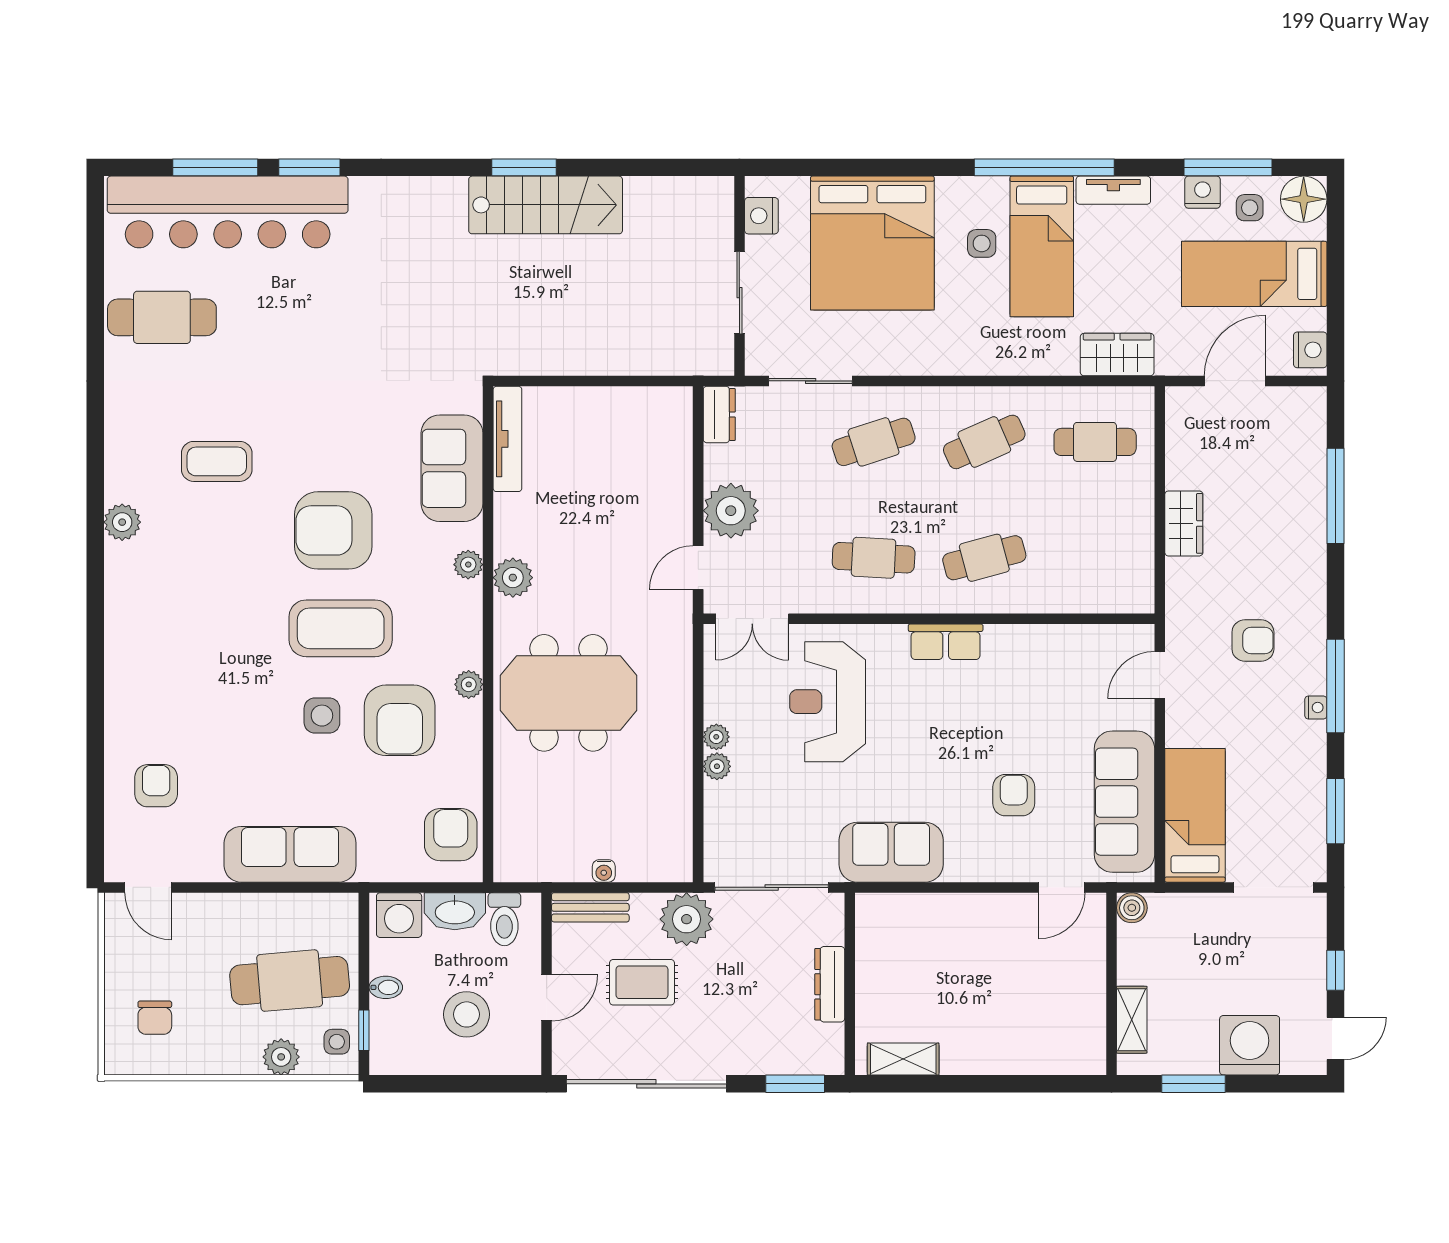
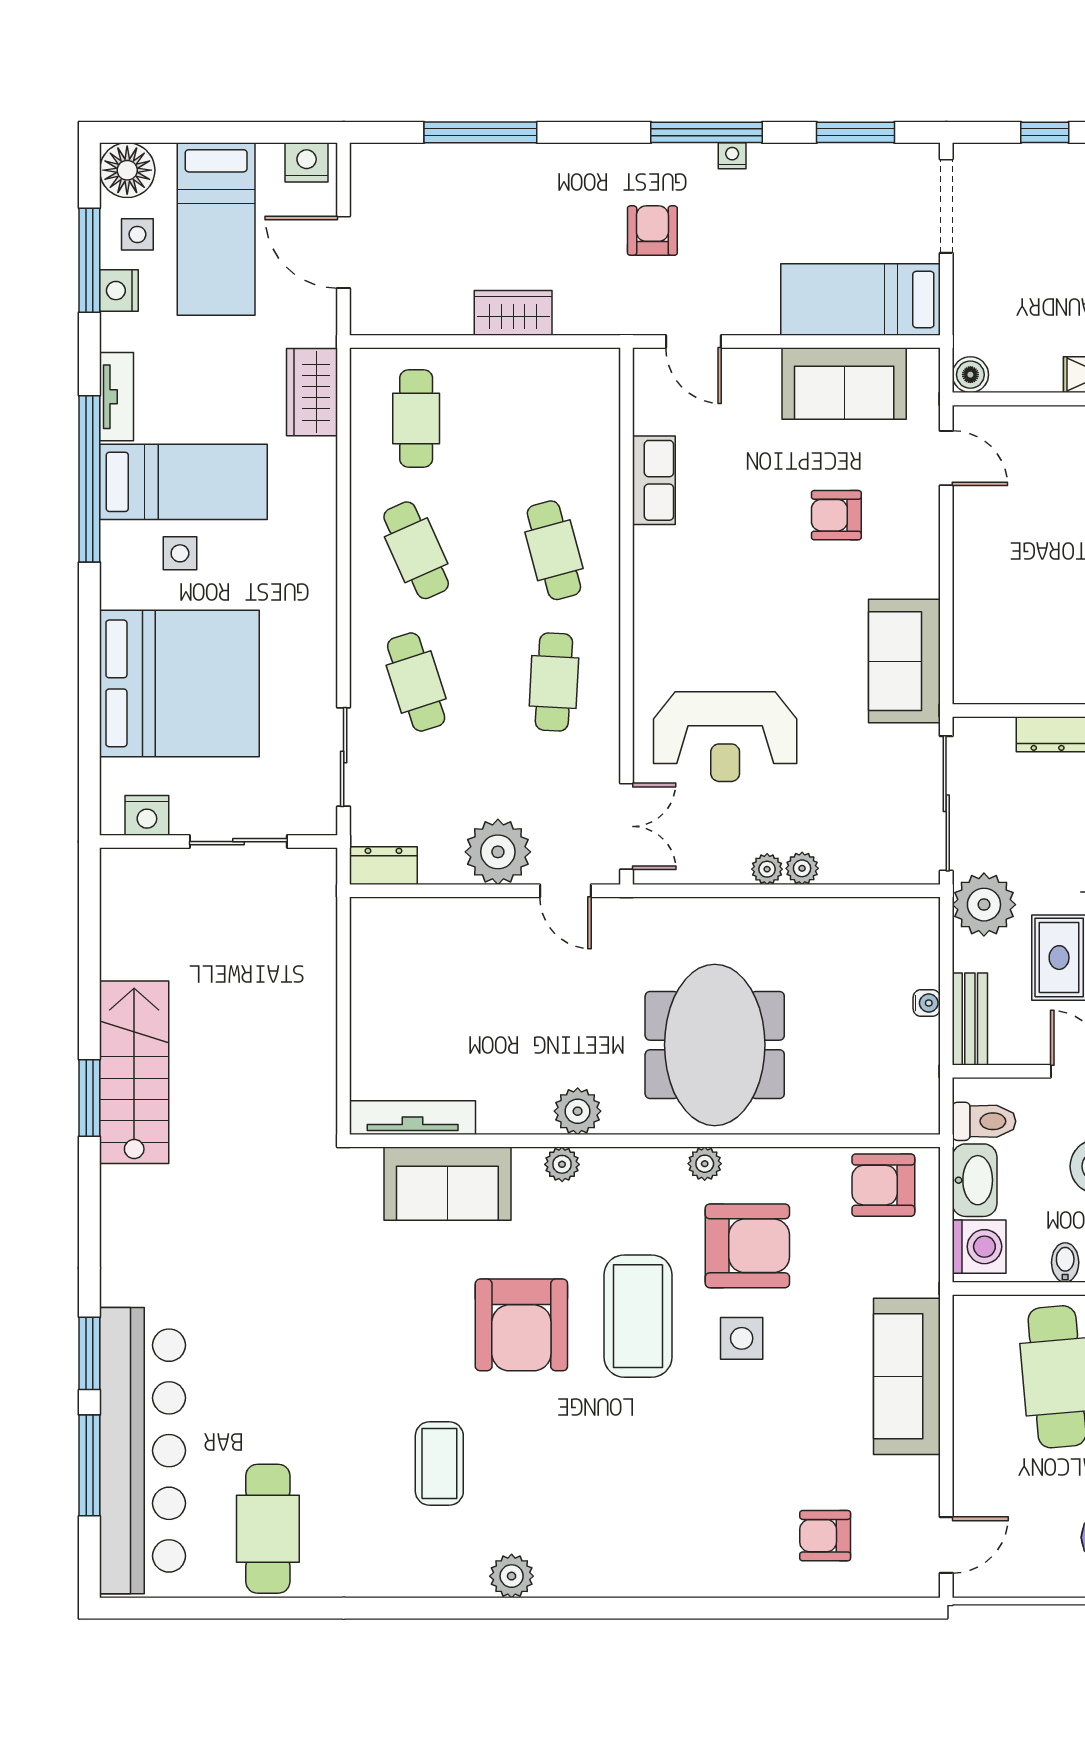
row of seats: (946, 642) -> (654, 480), moved
sofa: (1124, 802) -> (844, 383), width x0.73

